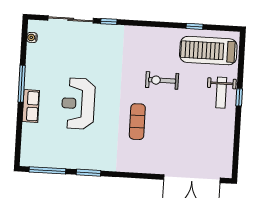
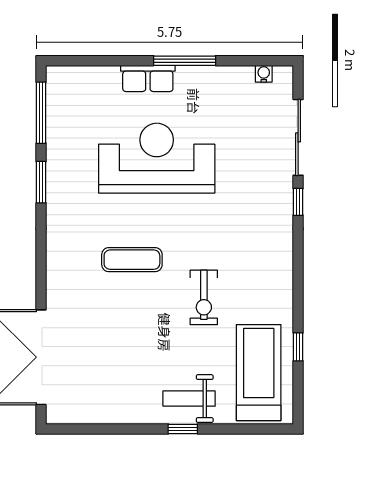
exercise bike: (162, 80) -> (204, 297), turned 180
reception desk: (78, 104) -> (157, 158), width x1.36, depth x1.30

